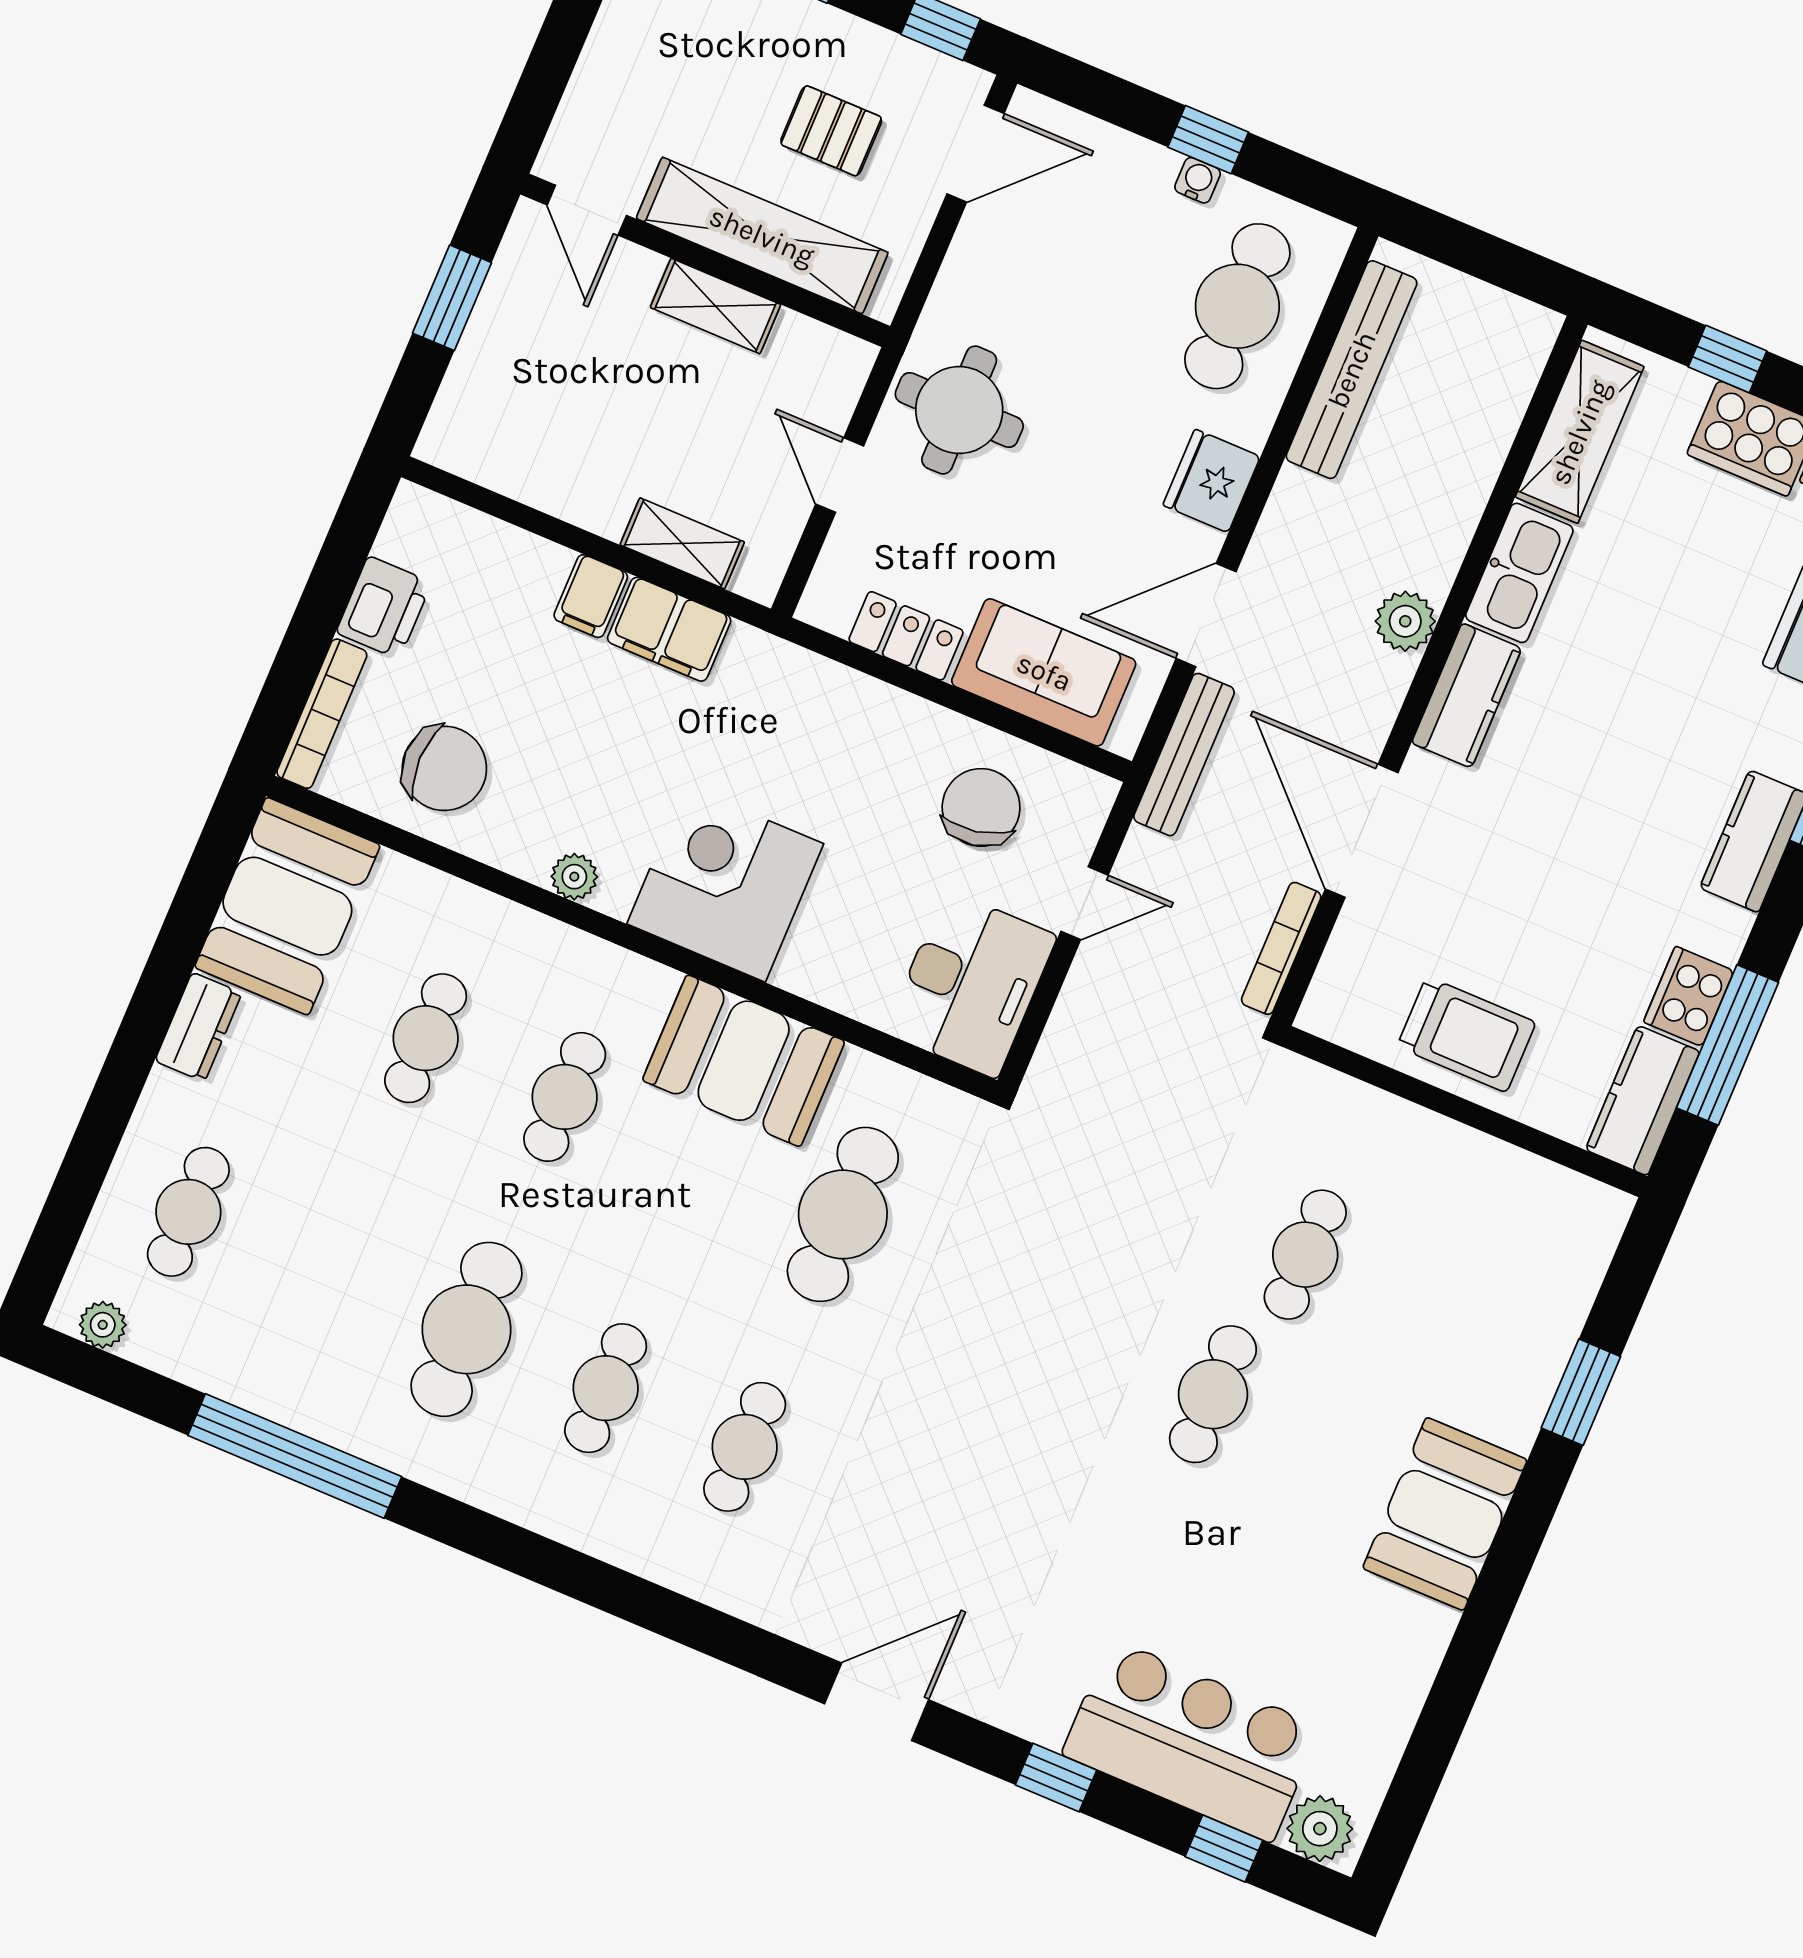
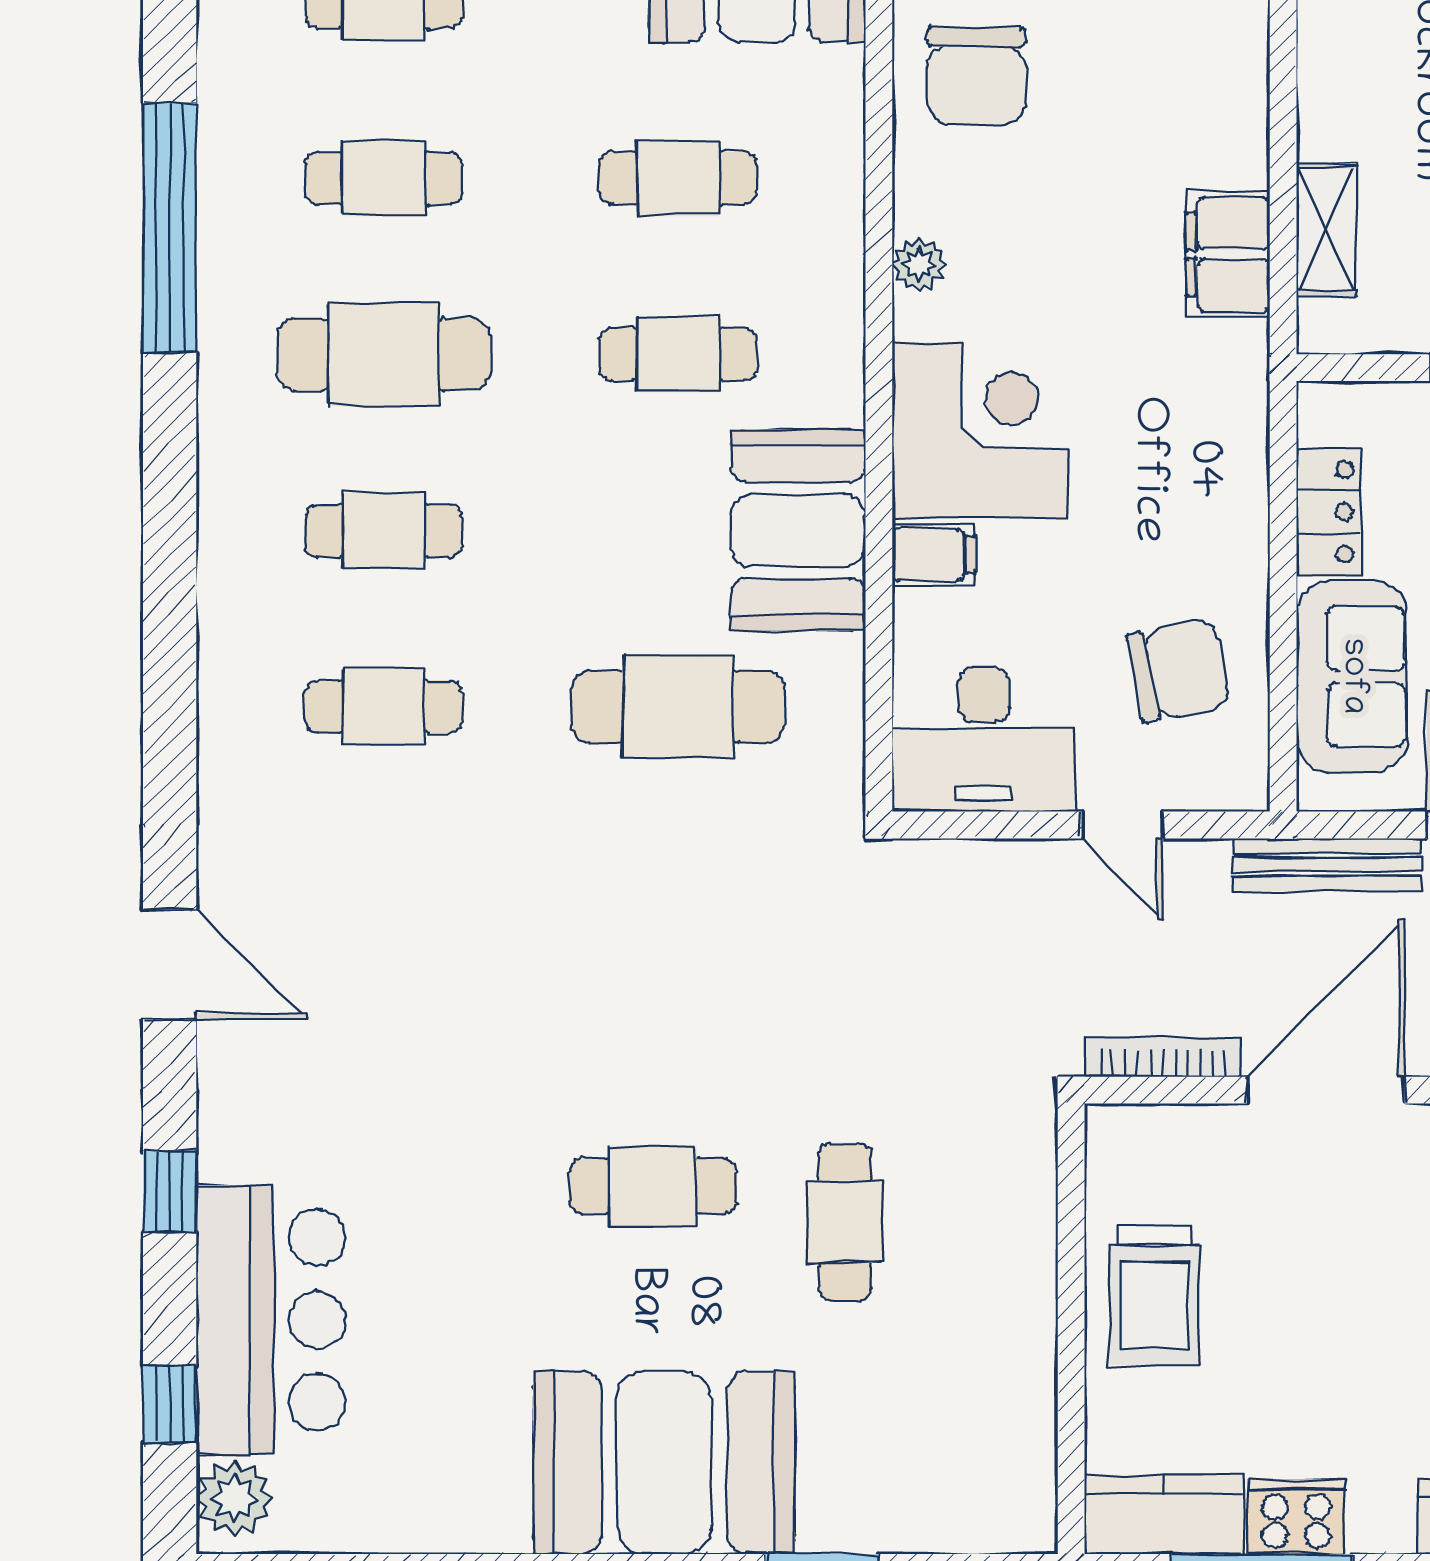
filing cabinet: (591, 596) -> (934, 555), moved, turned 180
cafe table: (1305, 1255) -> (845, 1222), turned 90
cafe table: (327, 1271) -> (384, 178), added
booth: (1445, 1514) -> (664, 1462), width x1.36, depth x1.42

